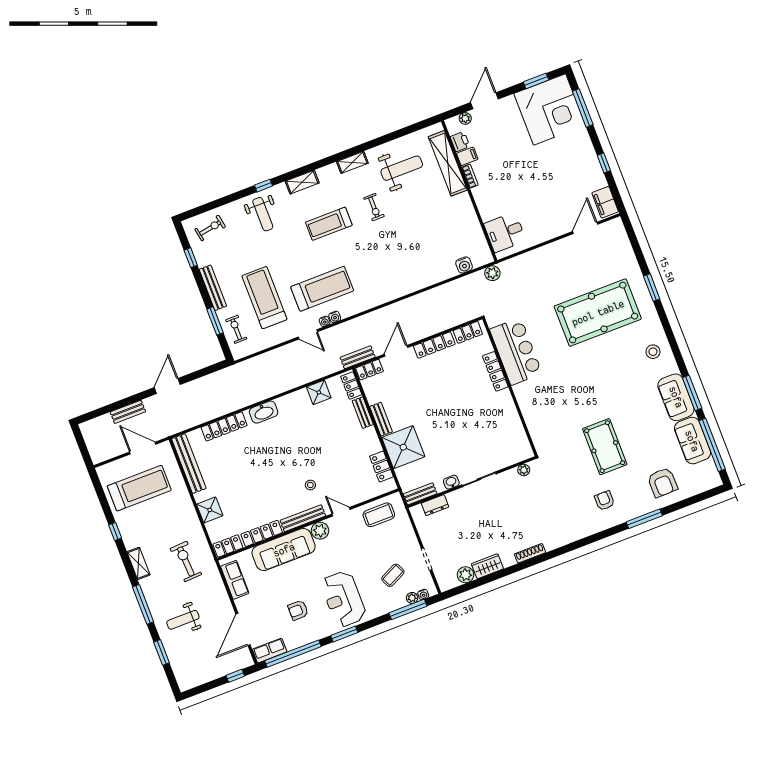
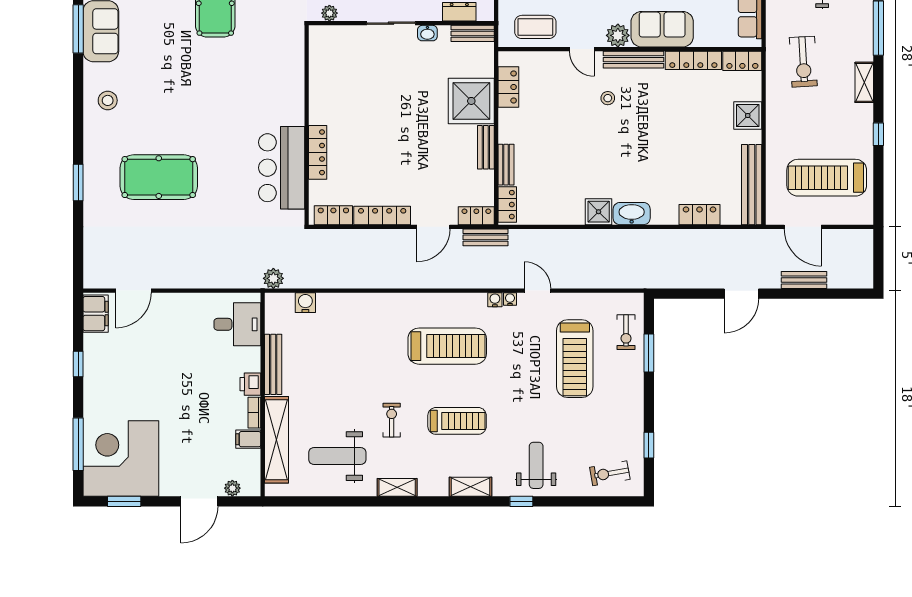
printer: (460, 142) -> (250, 384), moved
bench: (213, 288) -> (273, 364), moved
treadmill: (322, 289) -> (447, 346), moved, turned 180
pool table: (598, 313) -> (159, 177), width x0.73, depth x0.76
shower: (319, 392) -> (599, 212), moved
locker: (224, 426) -> (699, 215), width x0.66
sofa: (284, 550) -> (662, 29), width x0.73

